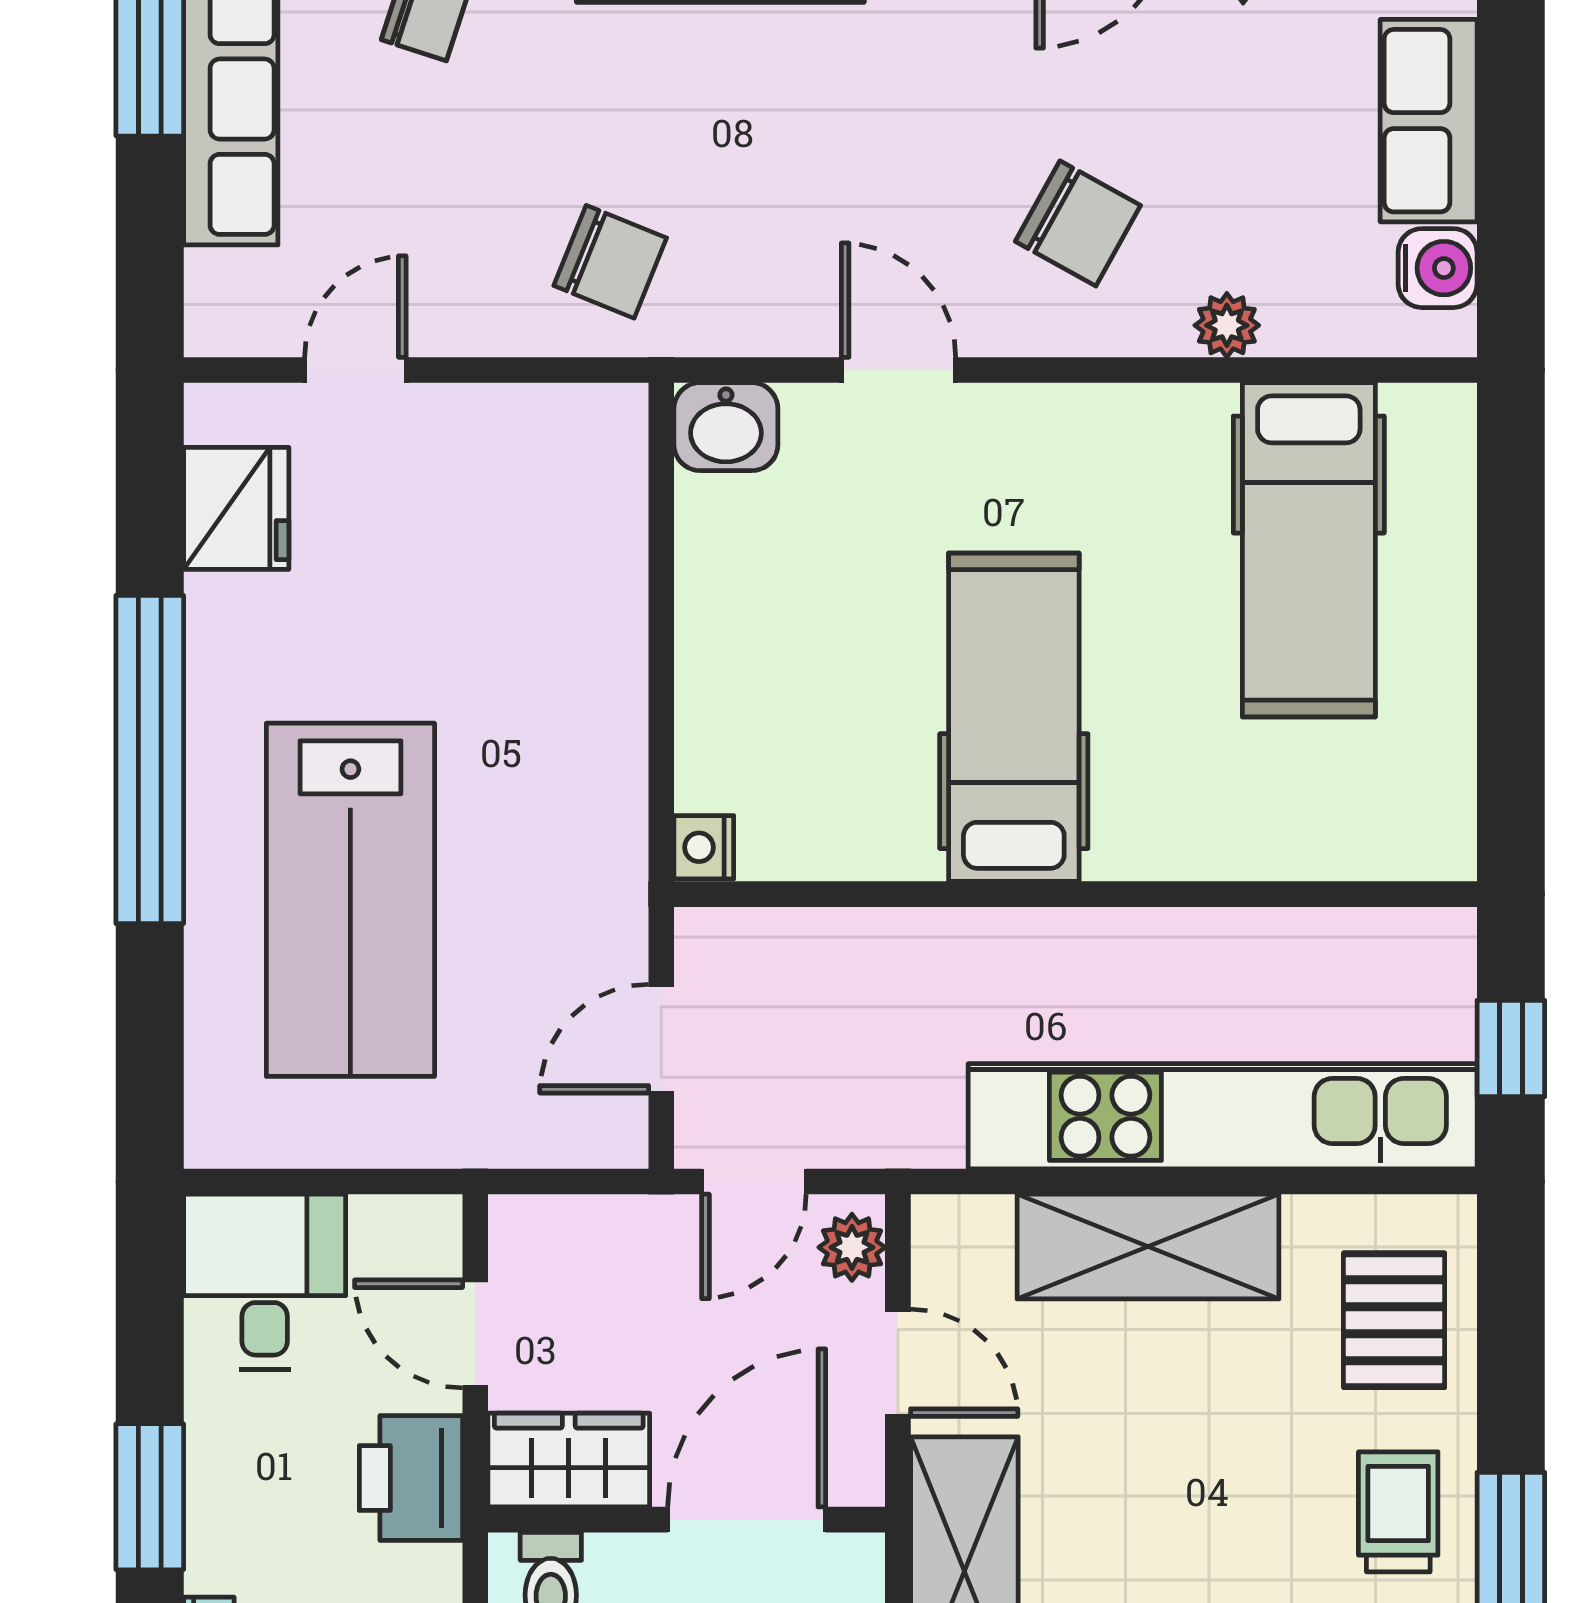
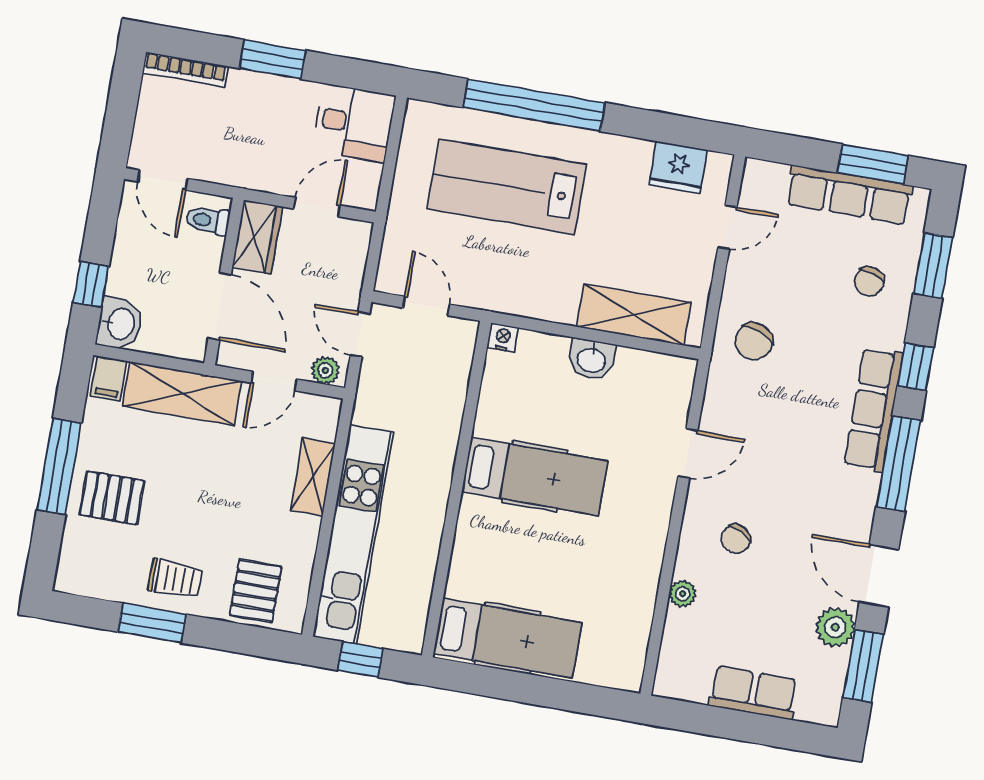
chair: (1078, 223) -> (736, 539), width x0.73, depth x0.73
water cooler: (1438, 268) -> (691, 686), removed
door: (355, 370) -> (727, 227), hinge flipped
washbasin: (726, 427) -> (592, 359), moved, turned -90
hospital bed: (1309, 550) -> (508, 638), moved, turned 180
shelving: (597, 552) -> (634, 315), added
window: (150, 760) -> (534, 105), moved
shelving: (1148, 1247) -> (313, 477), width x0.67, depth x0.75
pallet: (1394, 1320) -> (256, 591), turned 90
printer: (411, 1478) -> (261, 170), removed

